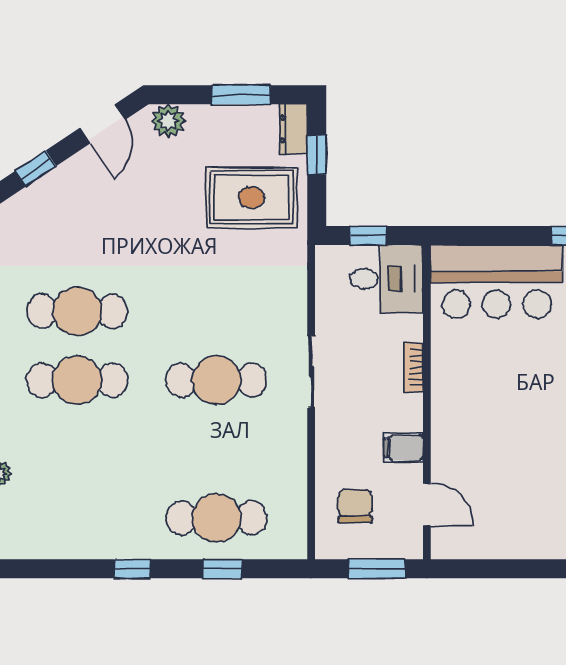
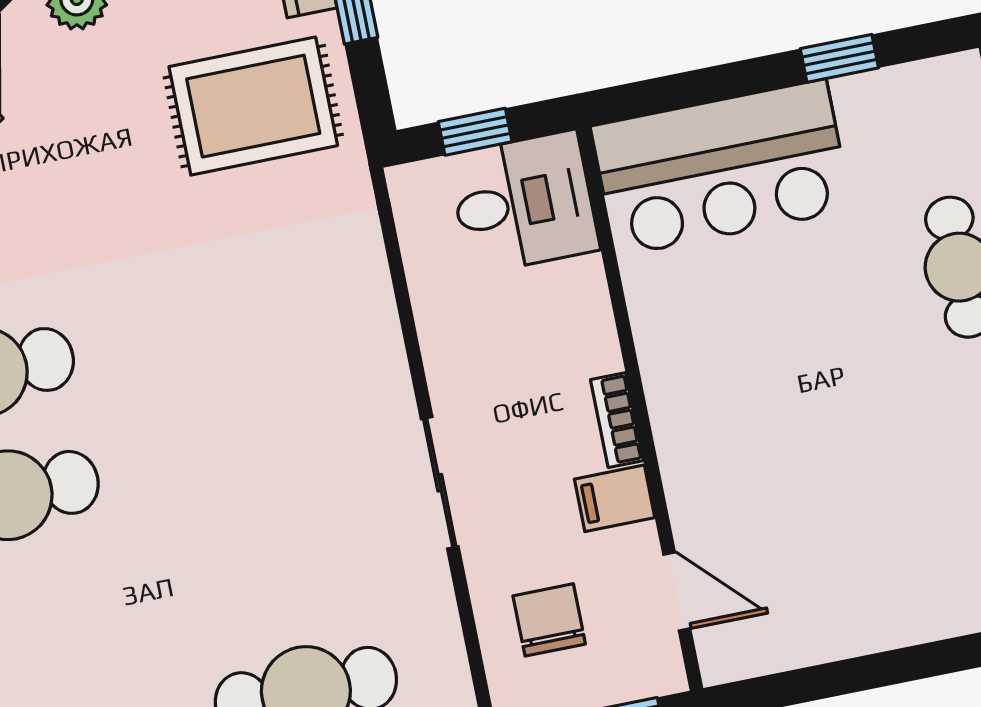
bookcase: (413, 368) -> (617, 420), moved
sliding door: (311, 372) -> (440, 483), moved
cafe table: (216, 380) -> (256, 445), removed

